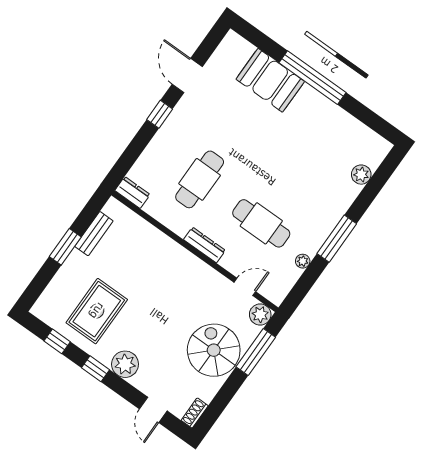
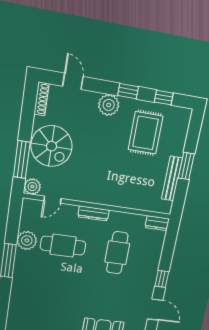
plant: (361, 175) -> (15, 307), removed
bench: (94, 234) -> (172, 179), width x1.36
plant: (303, 261) -> (27, 240), width x1.88, depth x1.88
shoe rack: (195, 413) -> (41, 99), width x1.43

